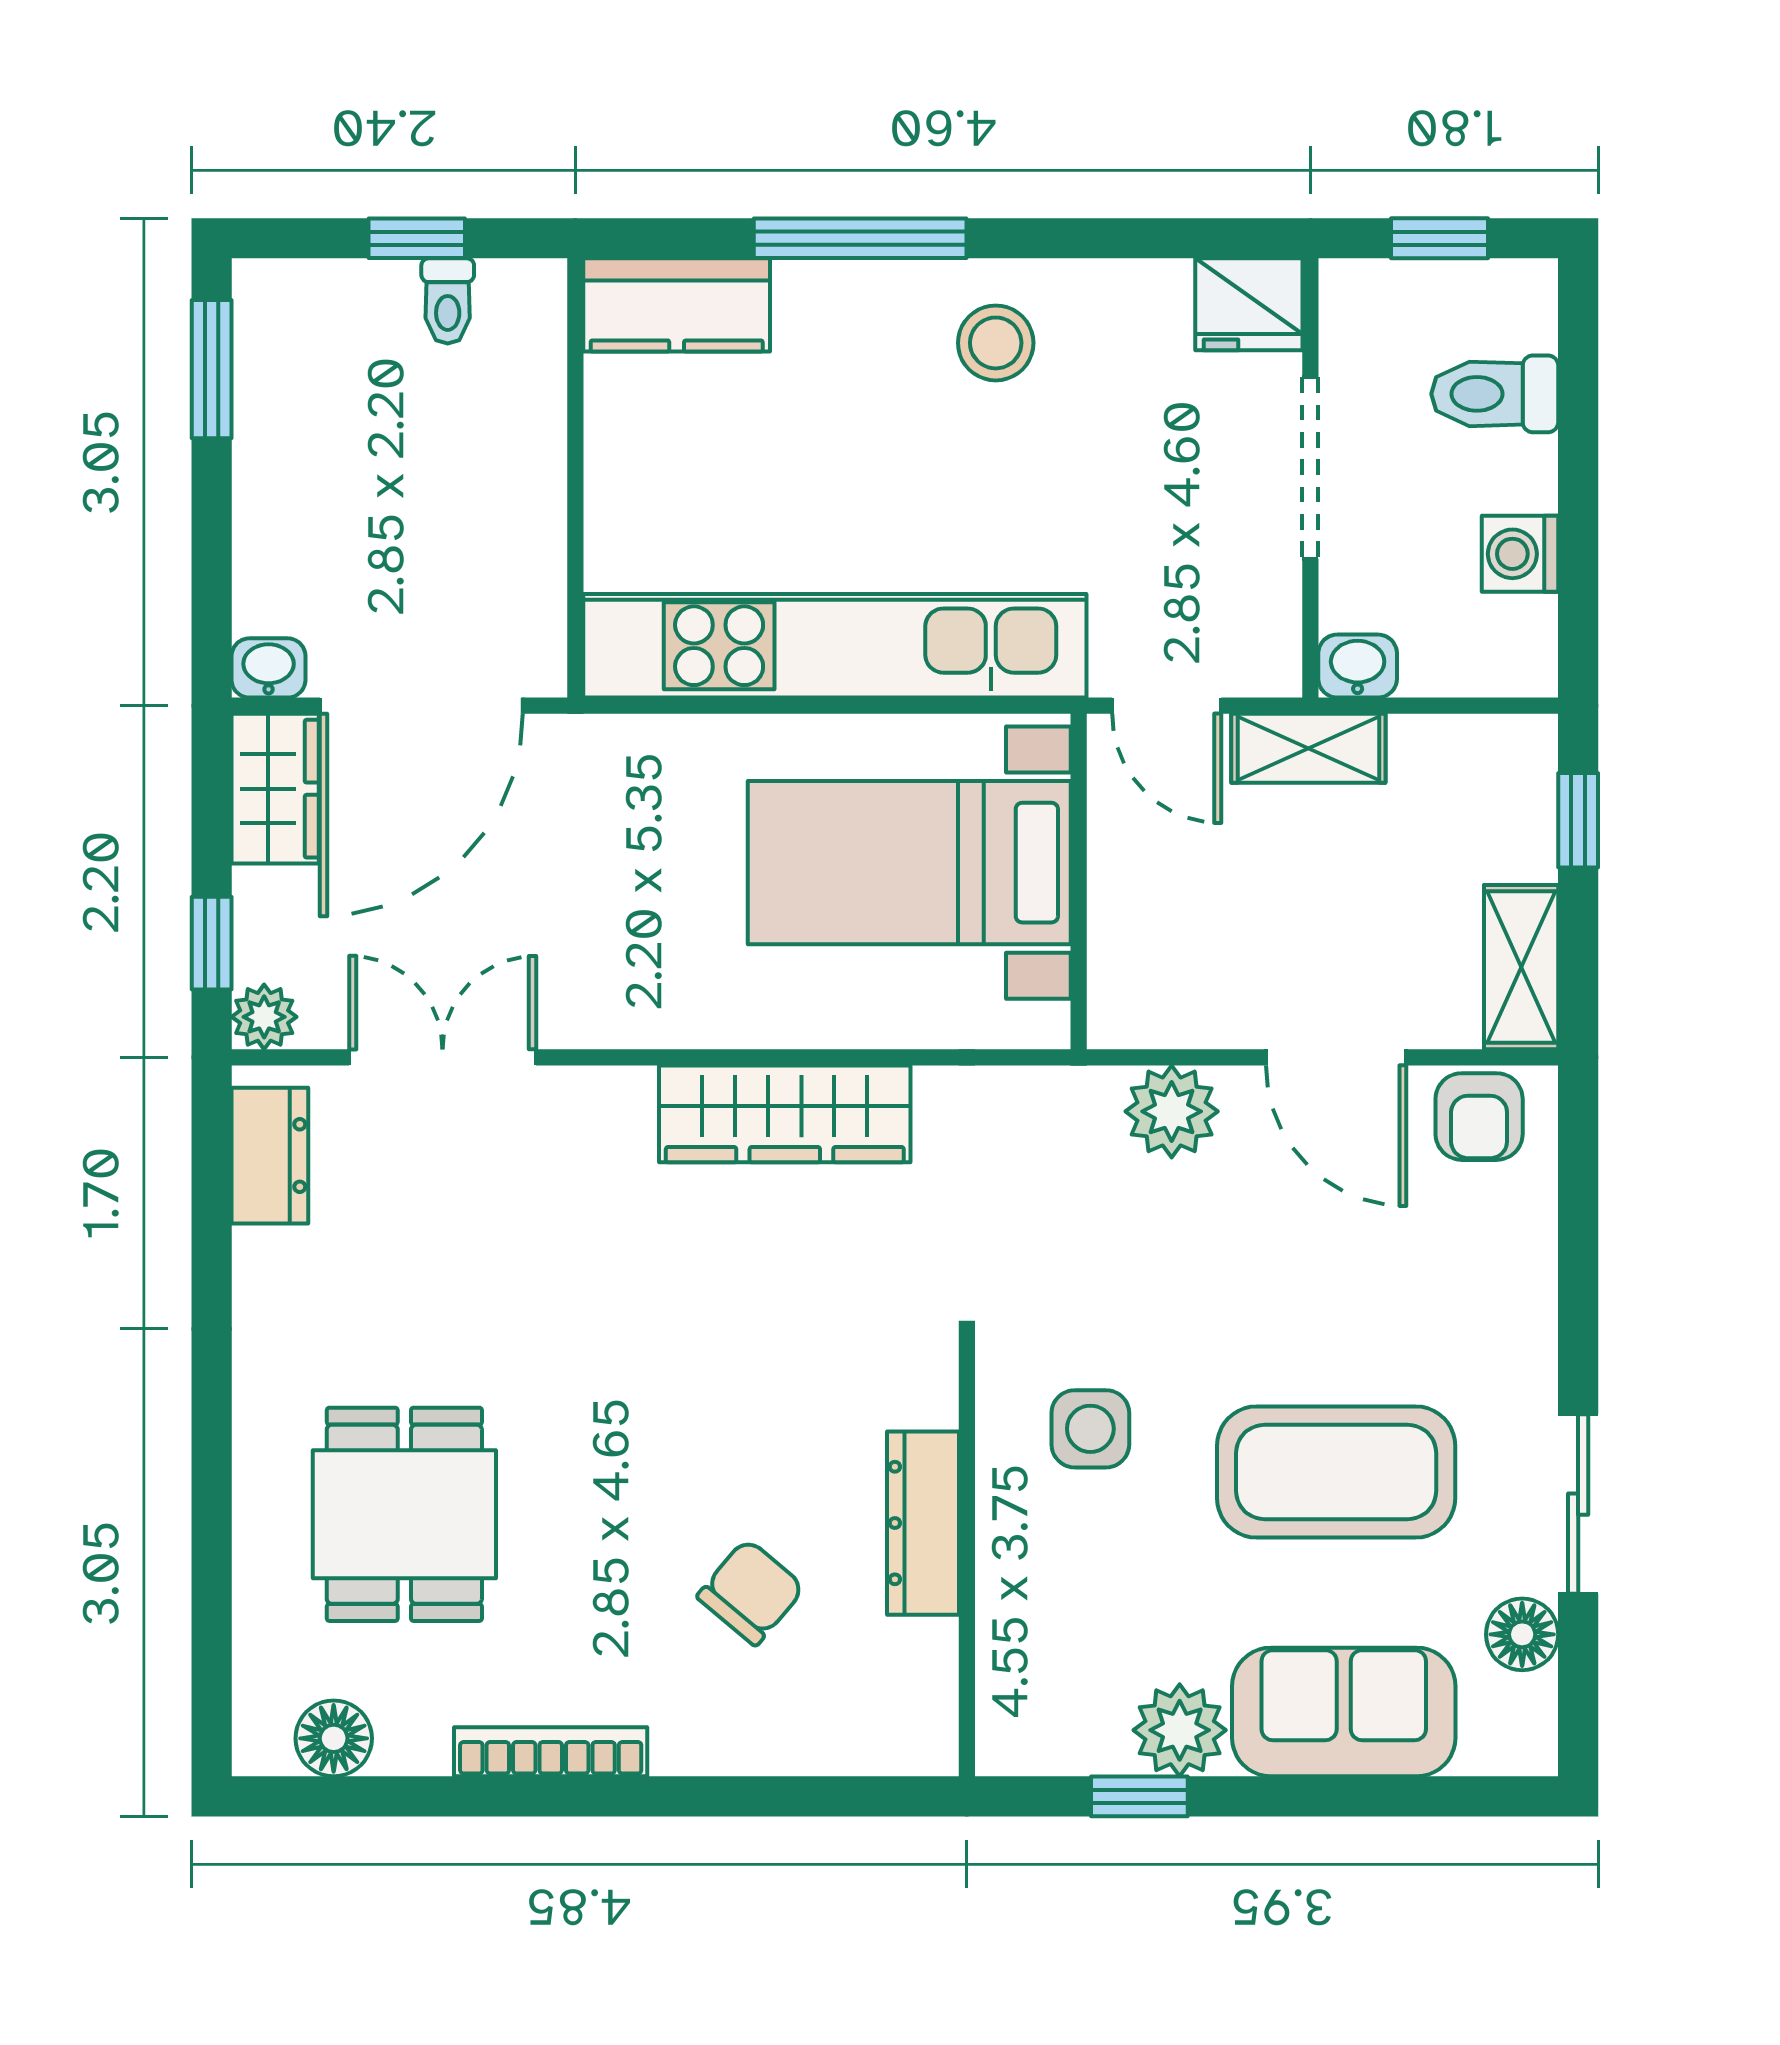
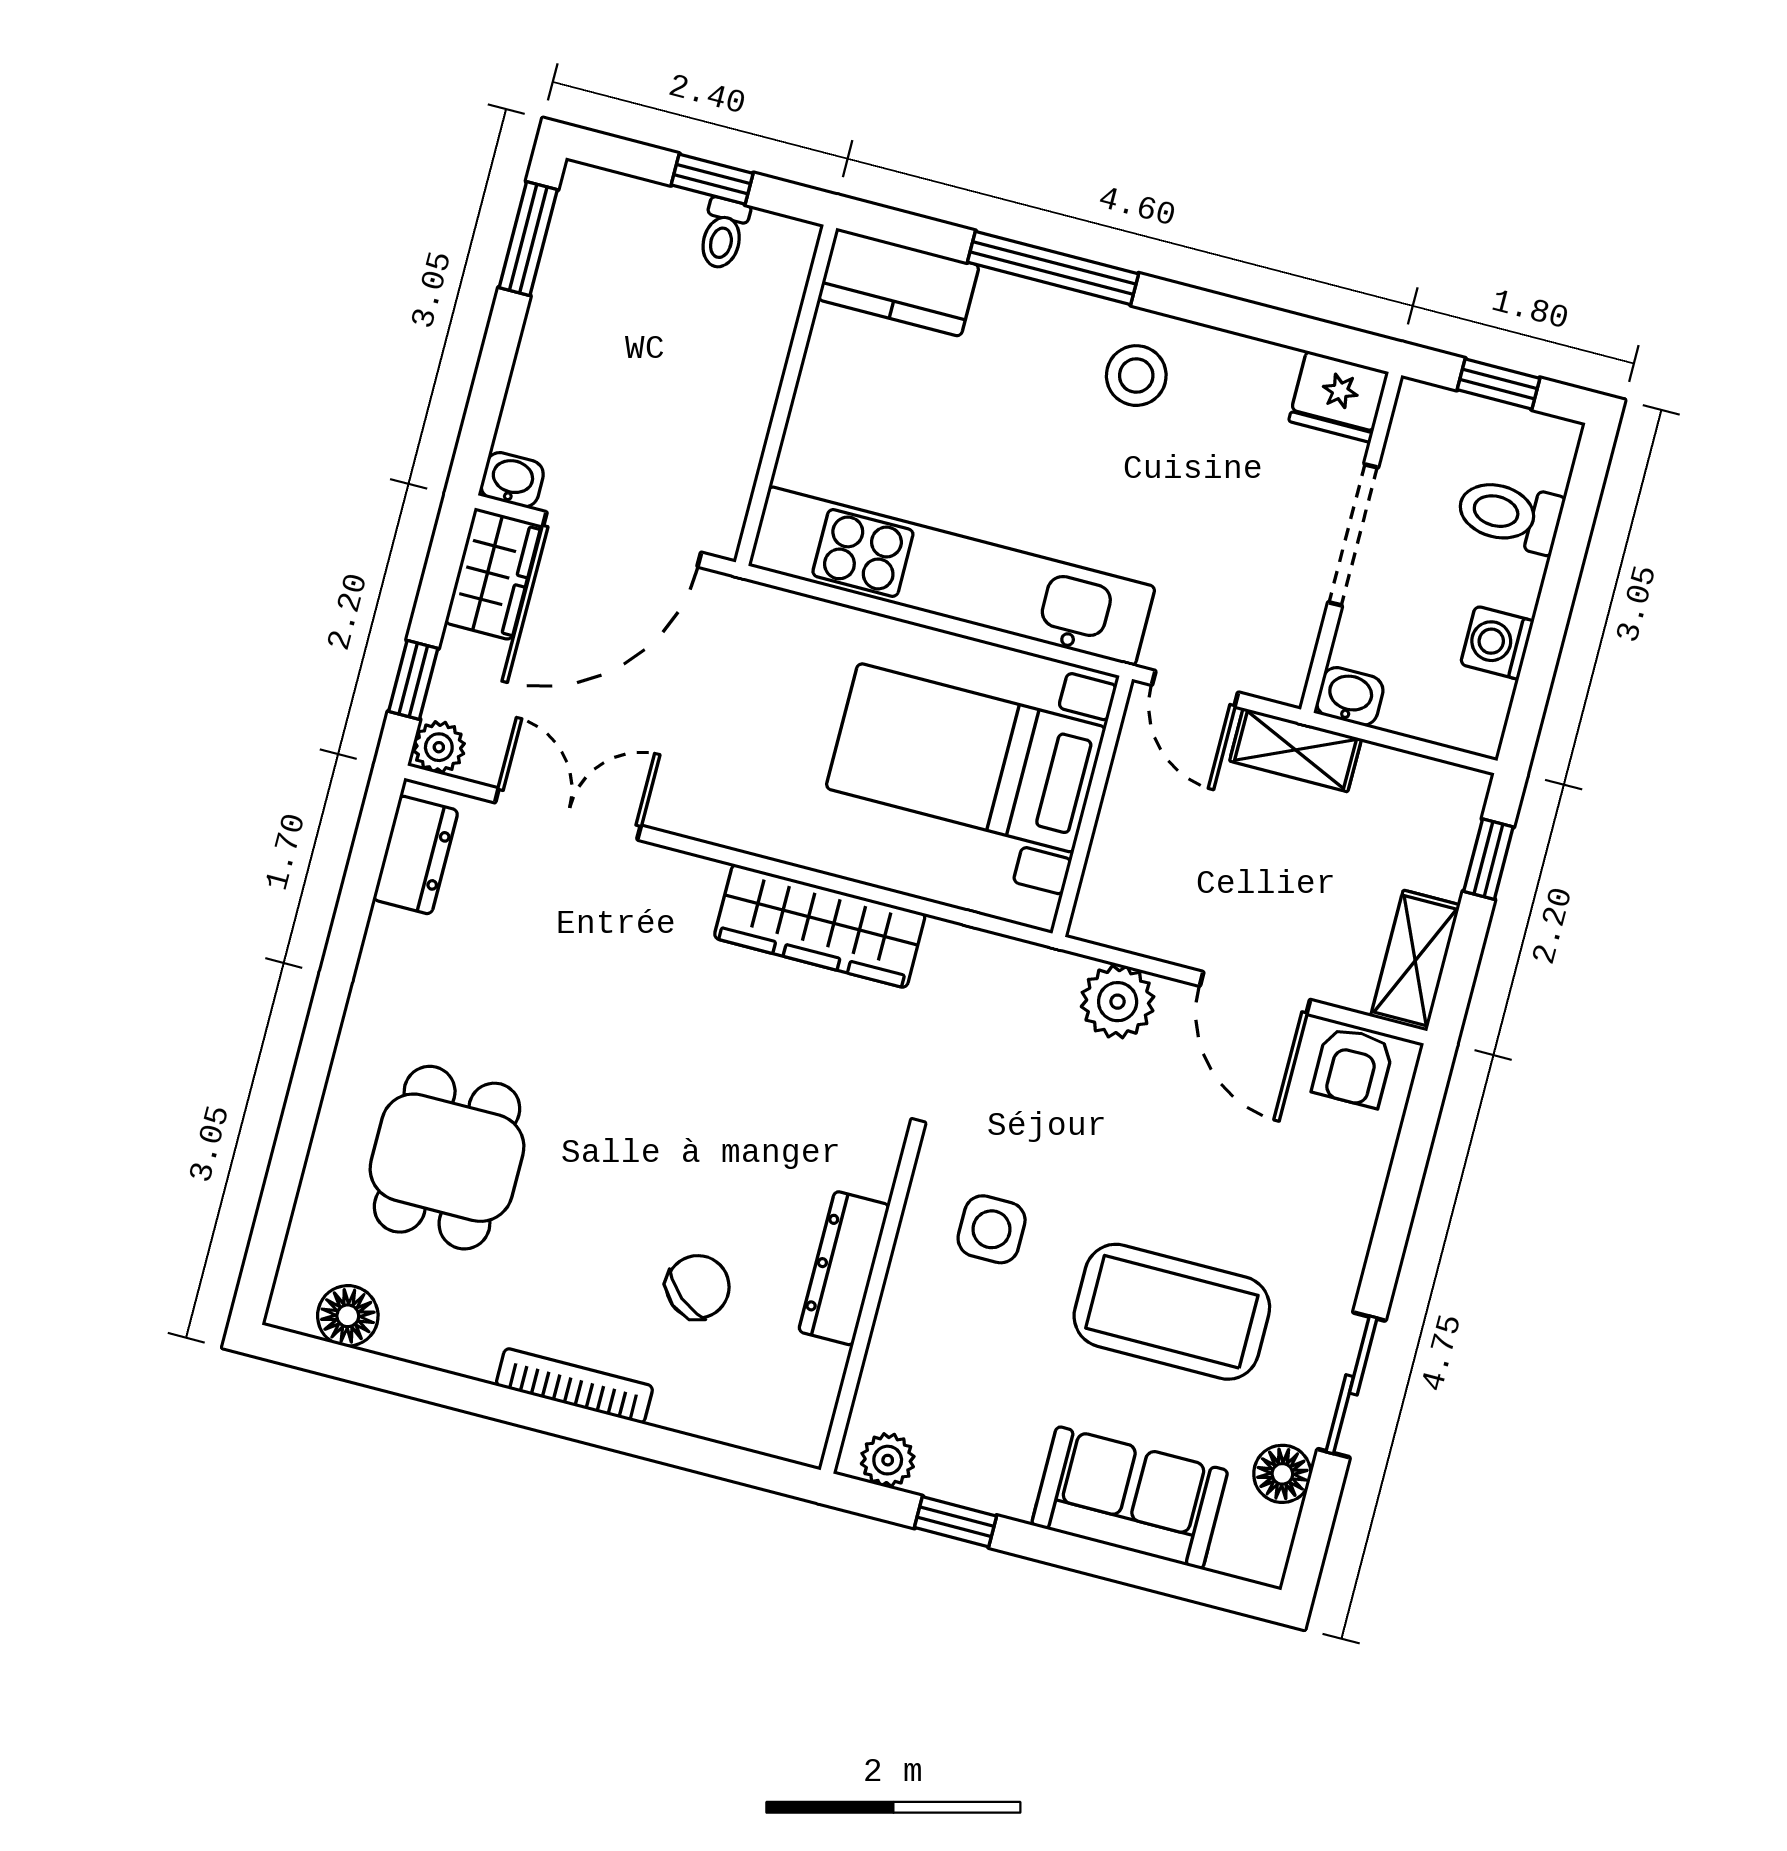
plant: (1180, 1730) -> (888, 1460), moved, width x0.73, depth x0.73
bookcase: (551, 1752) -> (574, 1386), moved

